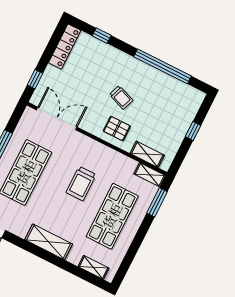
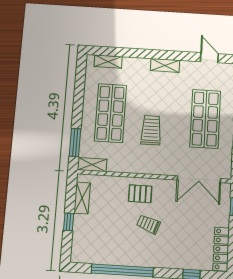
shelving: (147, 154) -> (82, 198), moved, turned 90
shelving: (49, 242) -> (165, 65), width x0.67, depth x0.75

